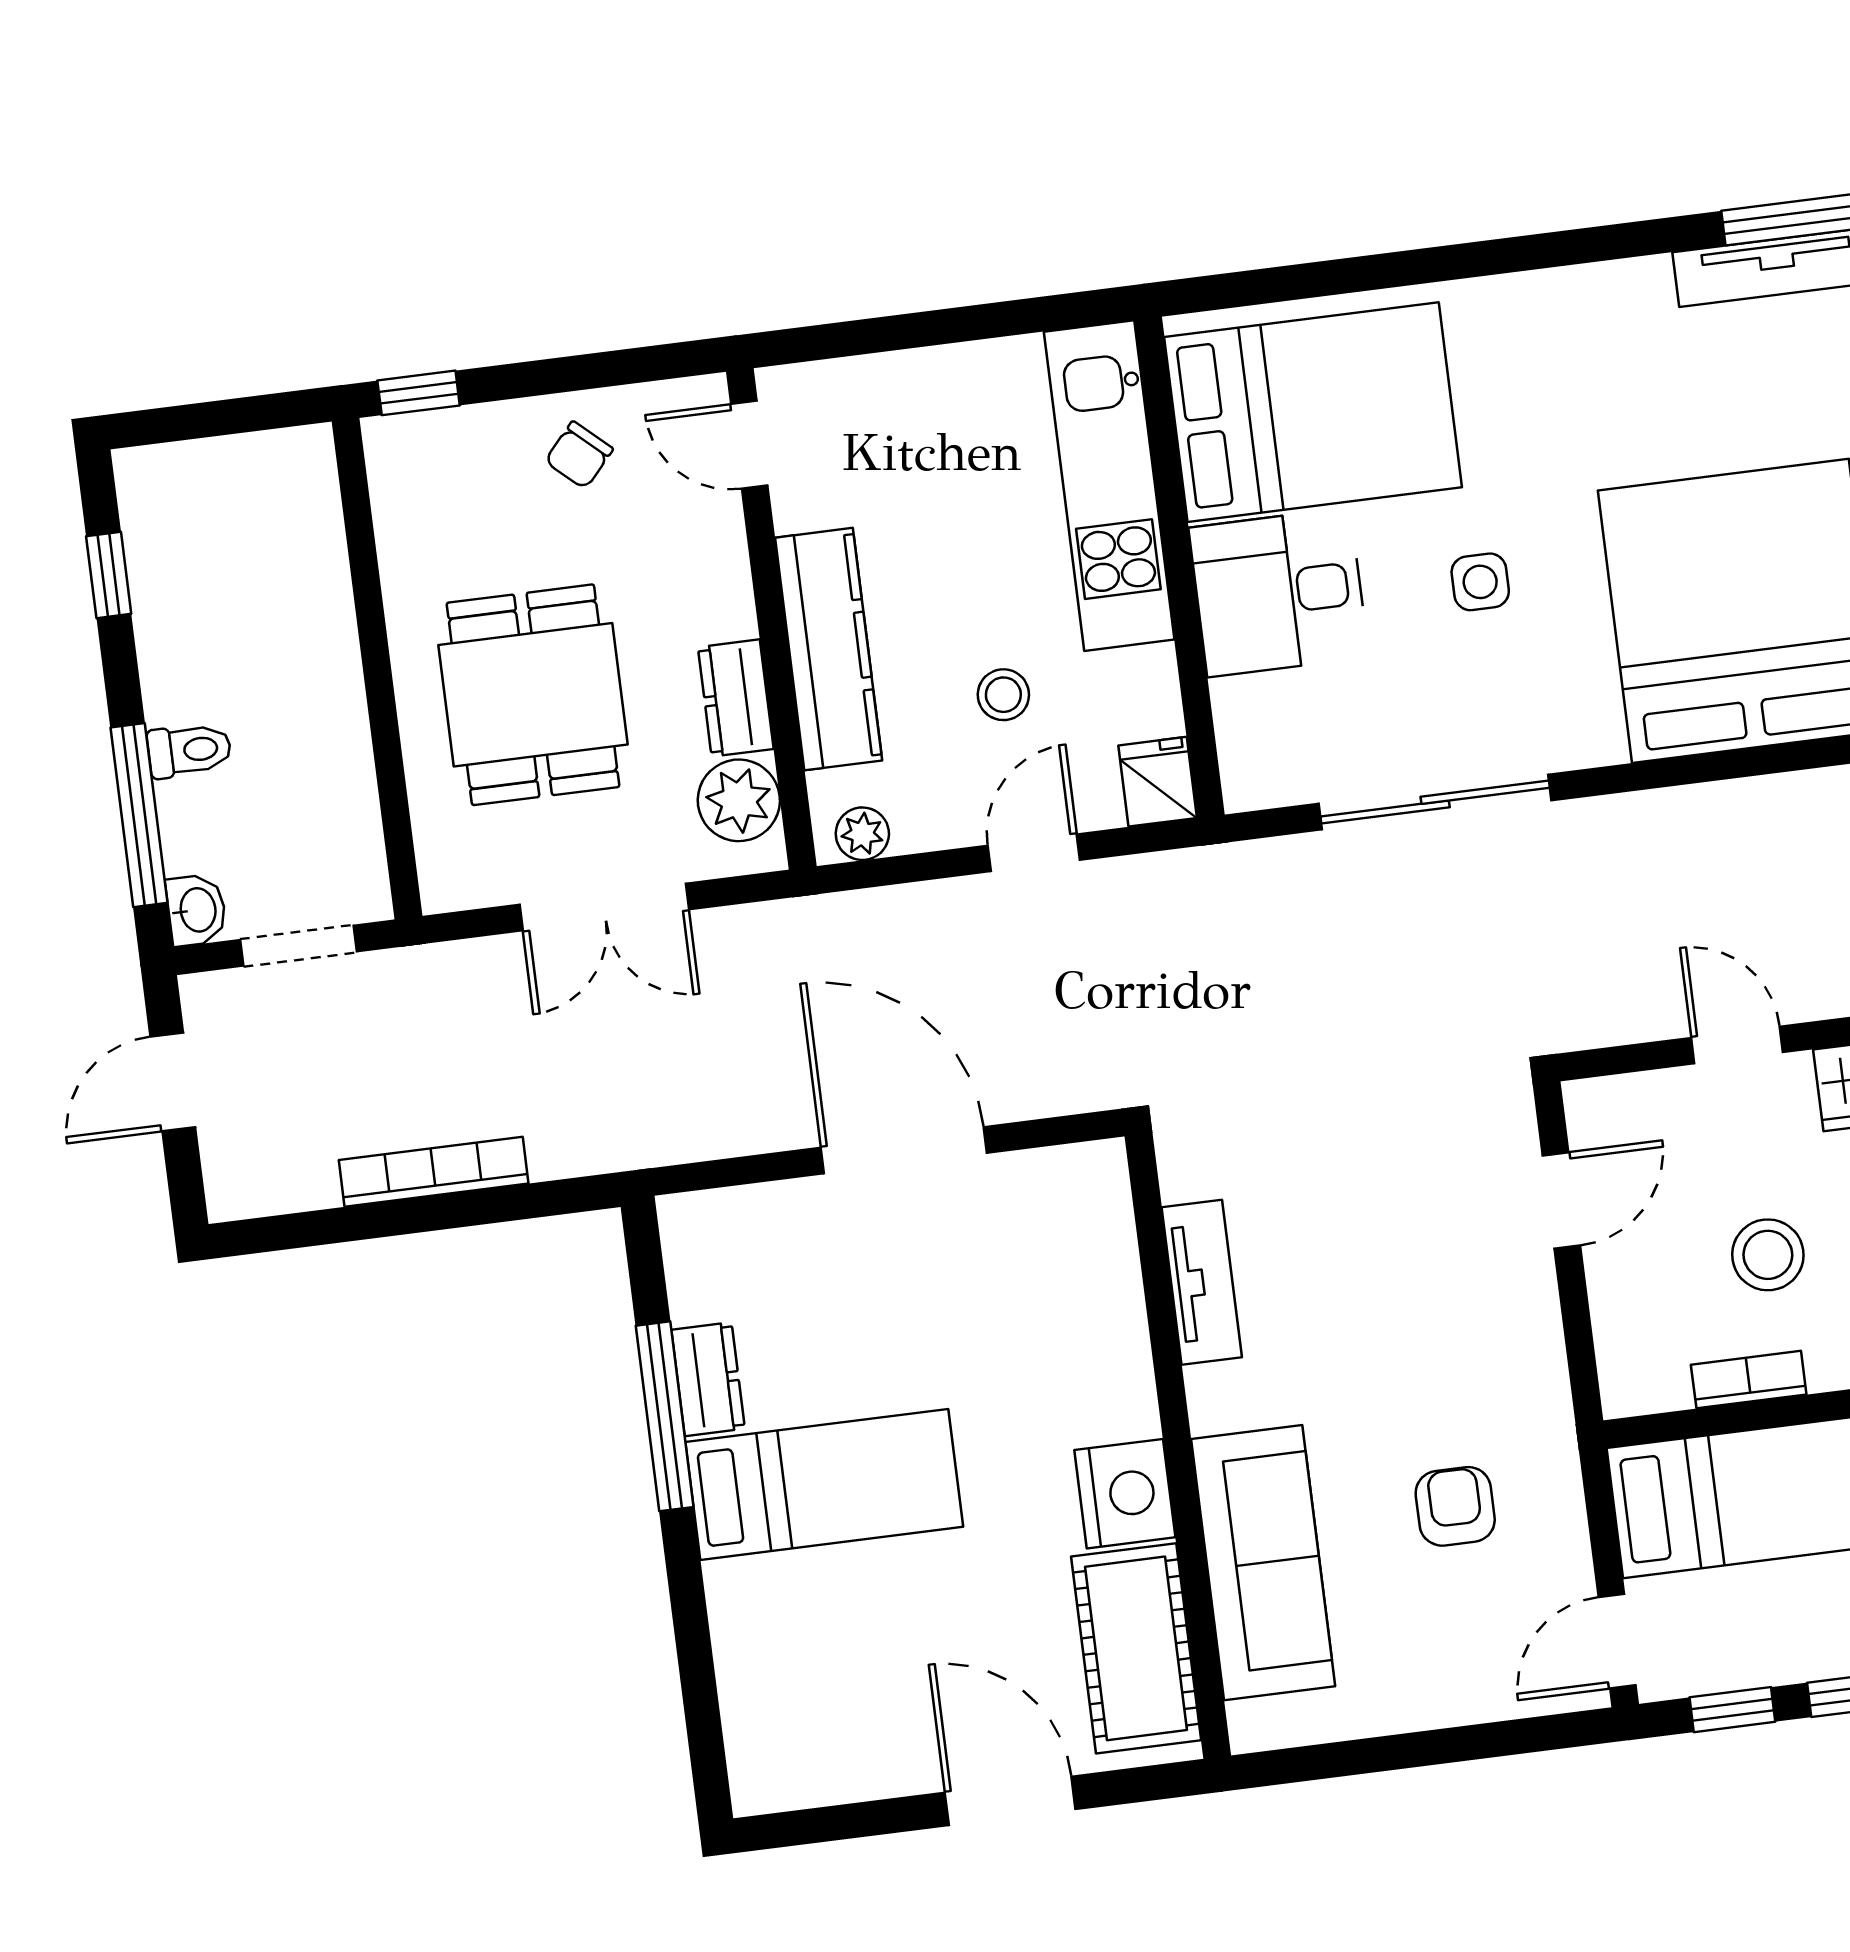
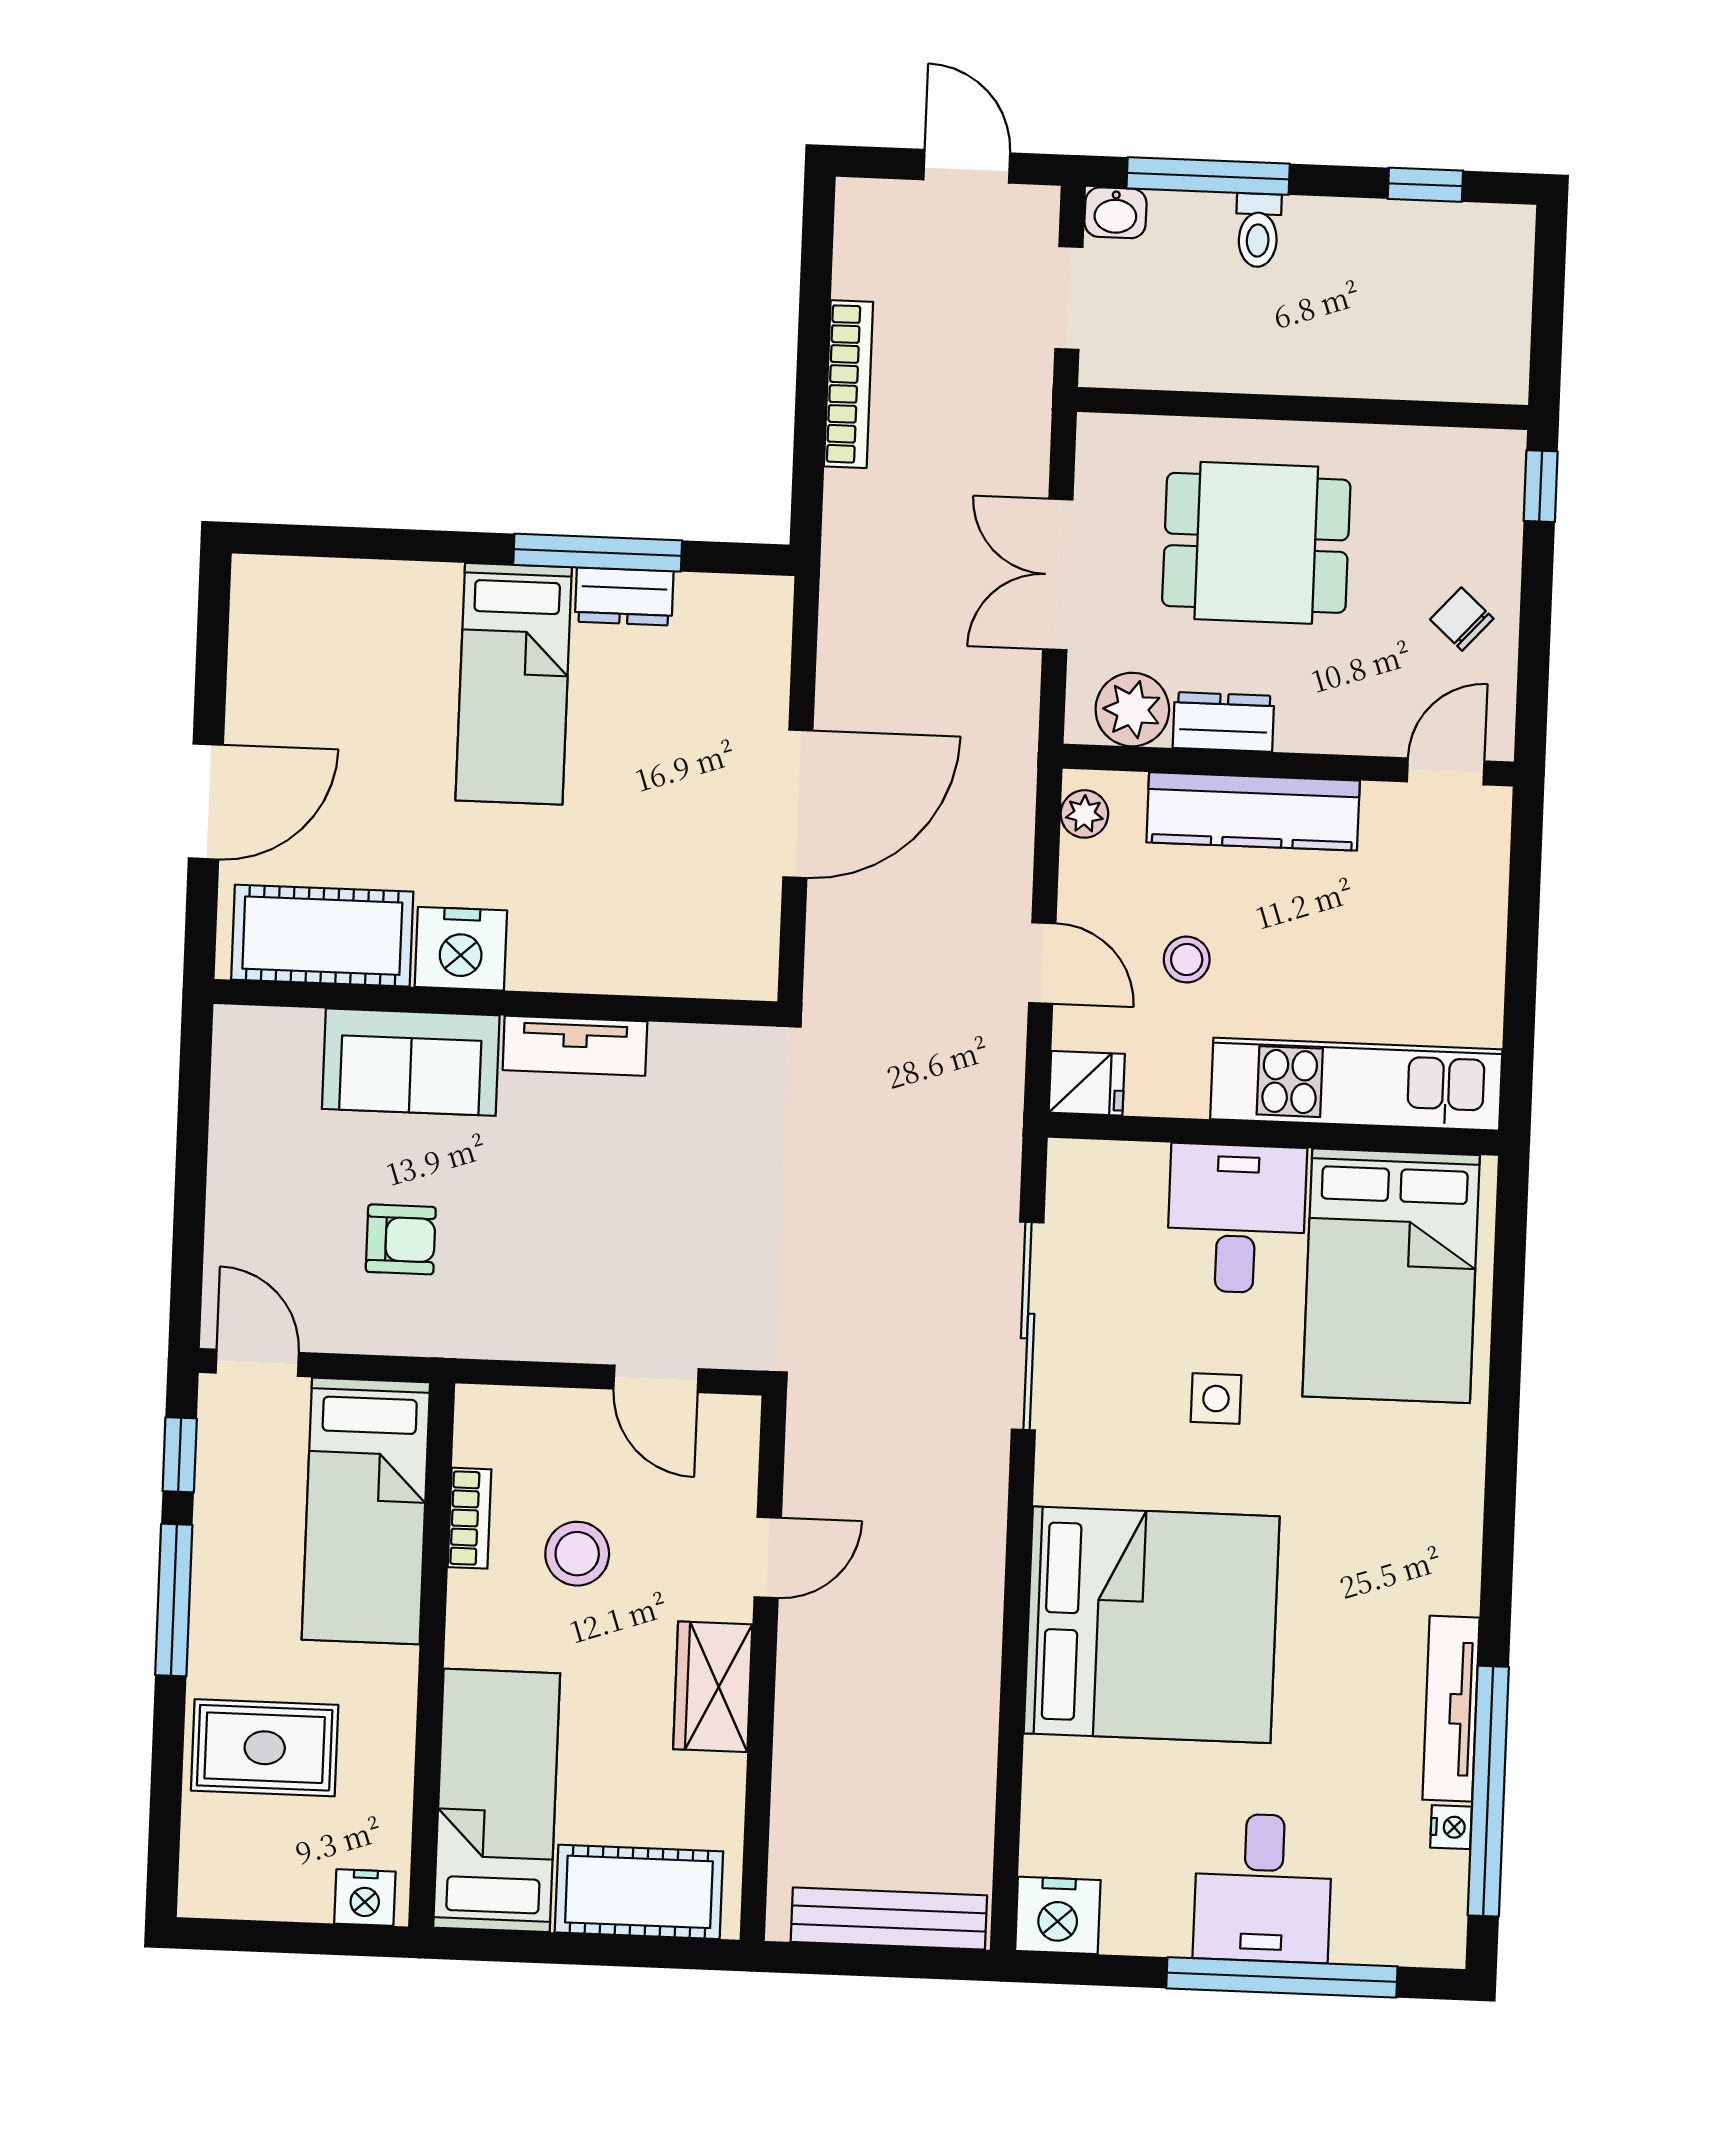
tv unit: (1202, 1282) -> (575, 1046), moved
sofa: (1263, 1563) -> (411, 1062), width x0.73

